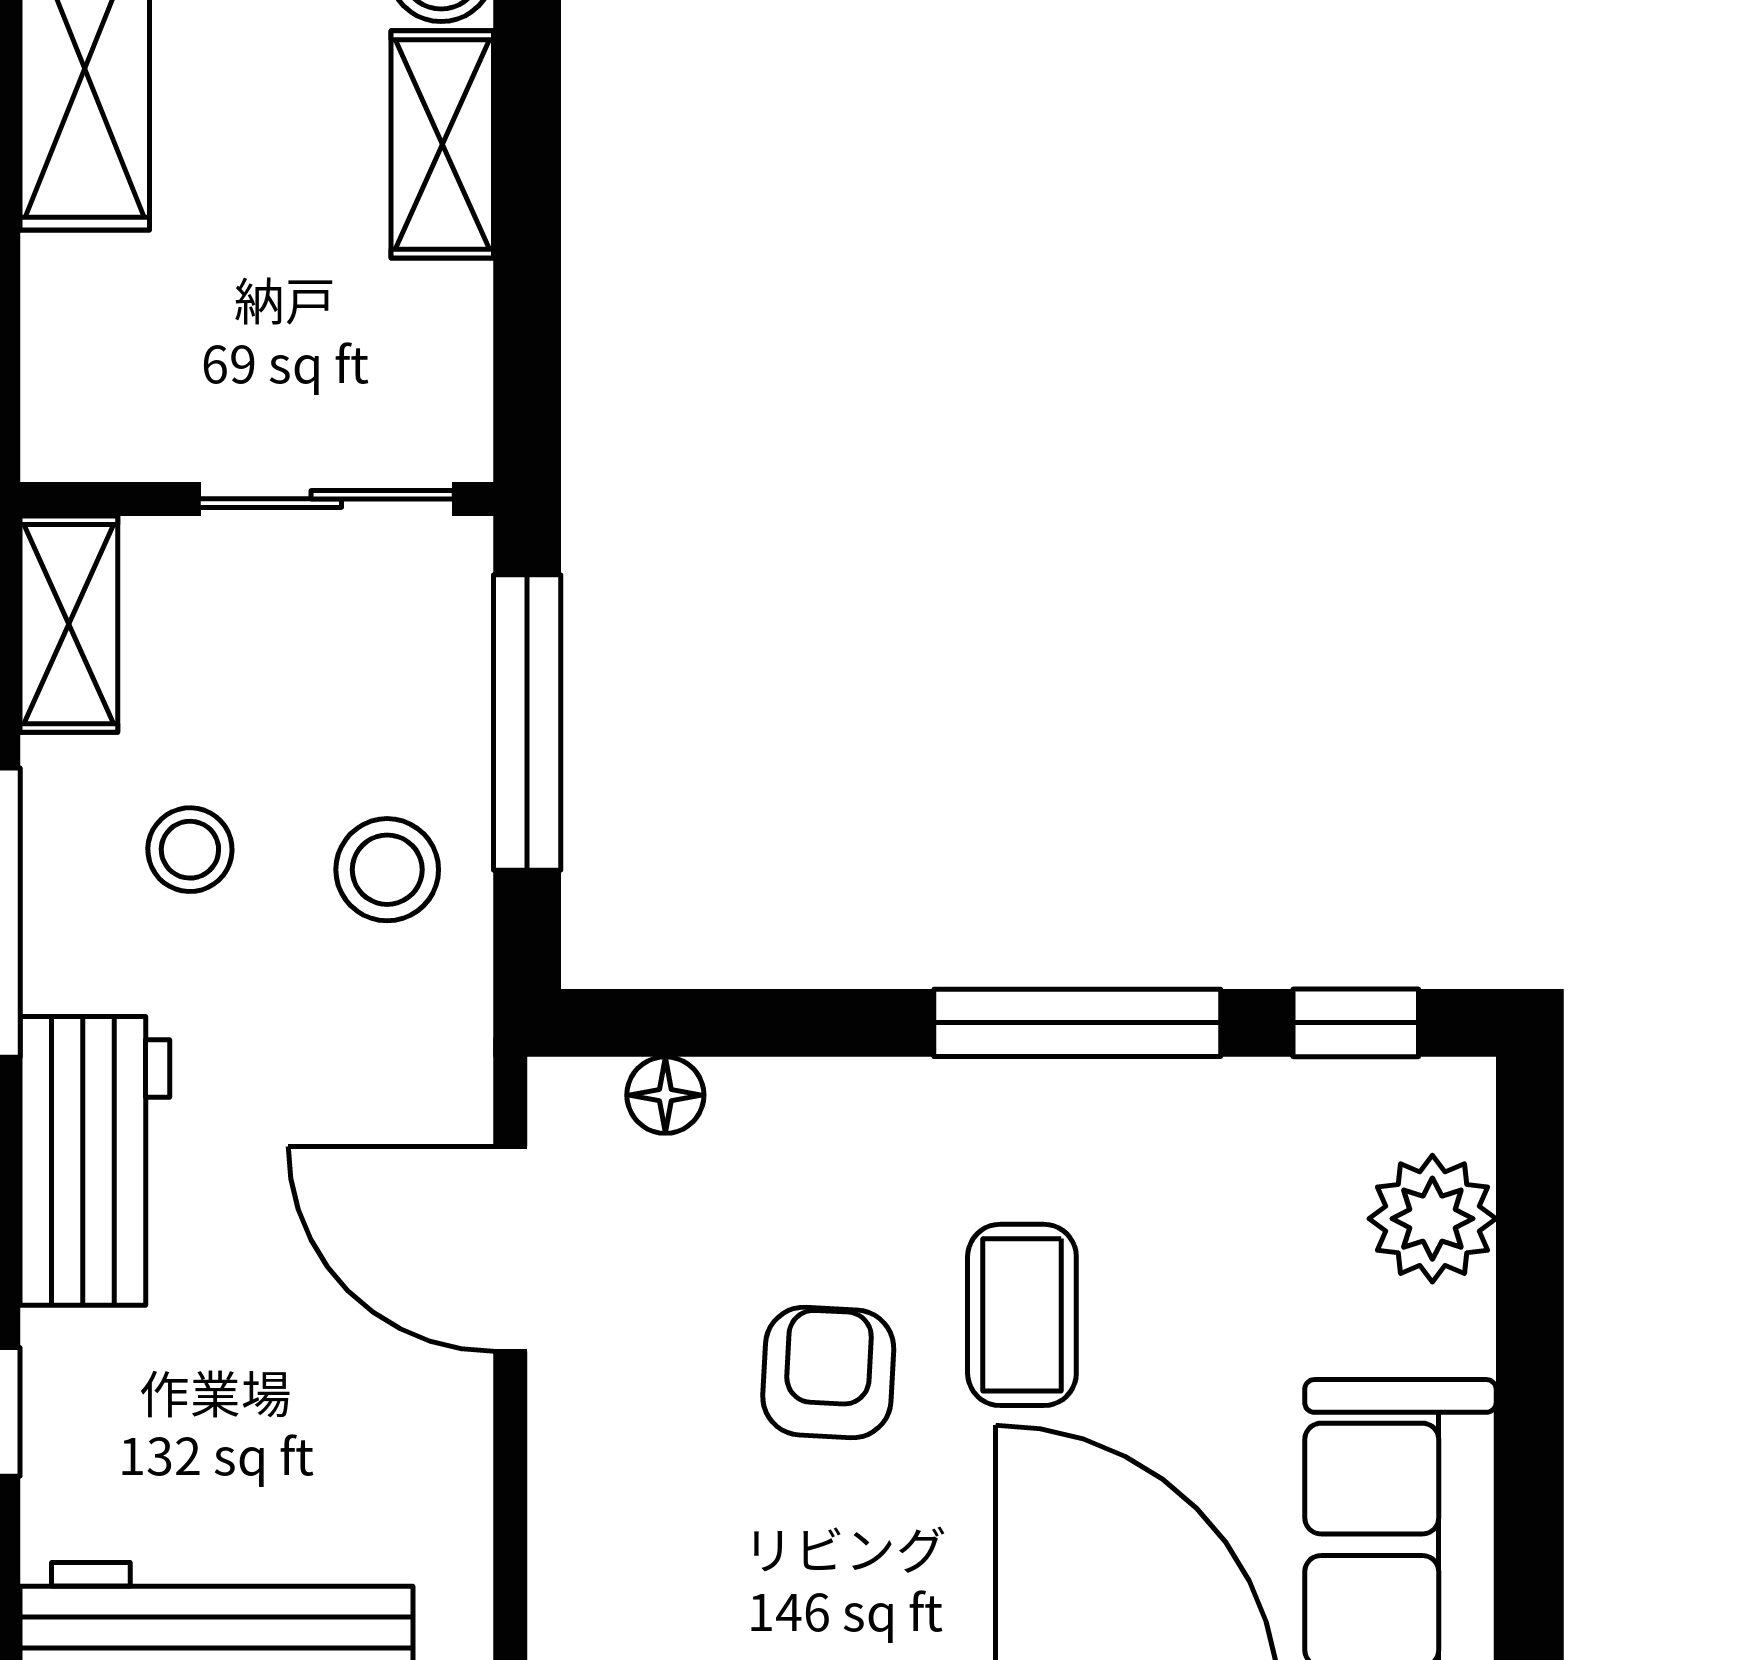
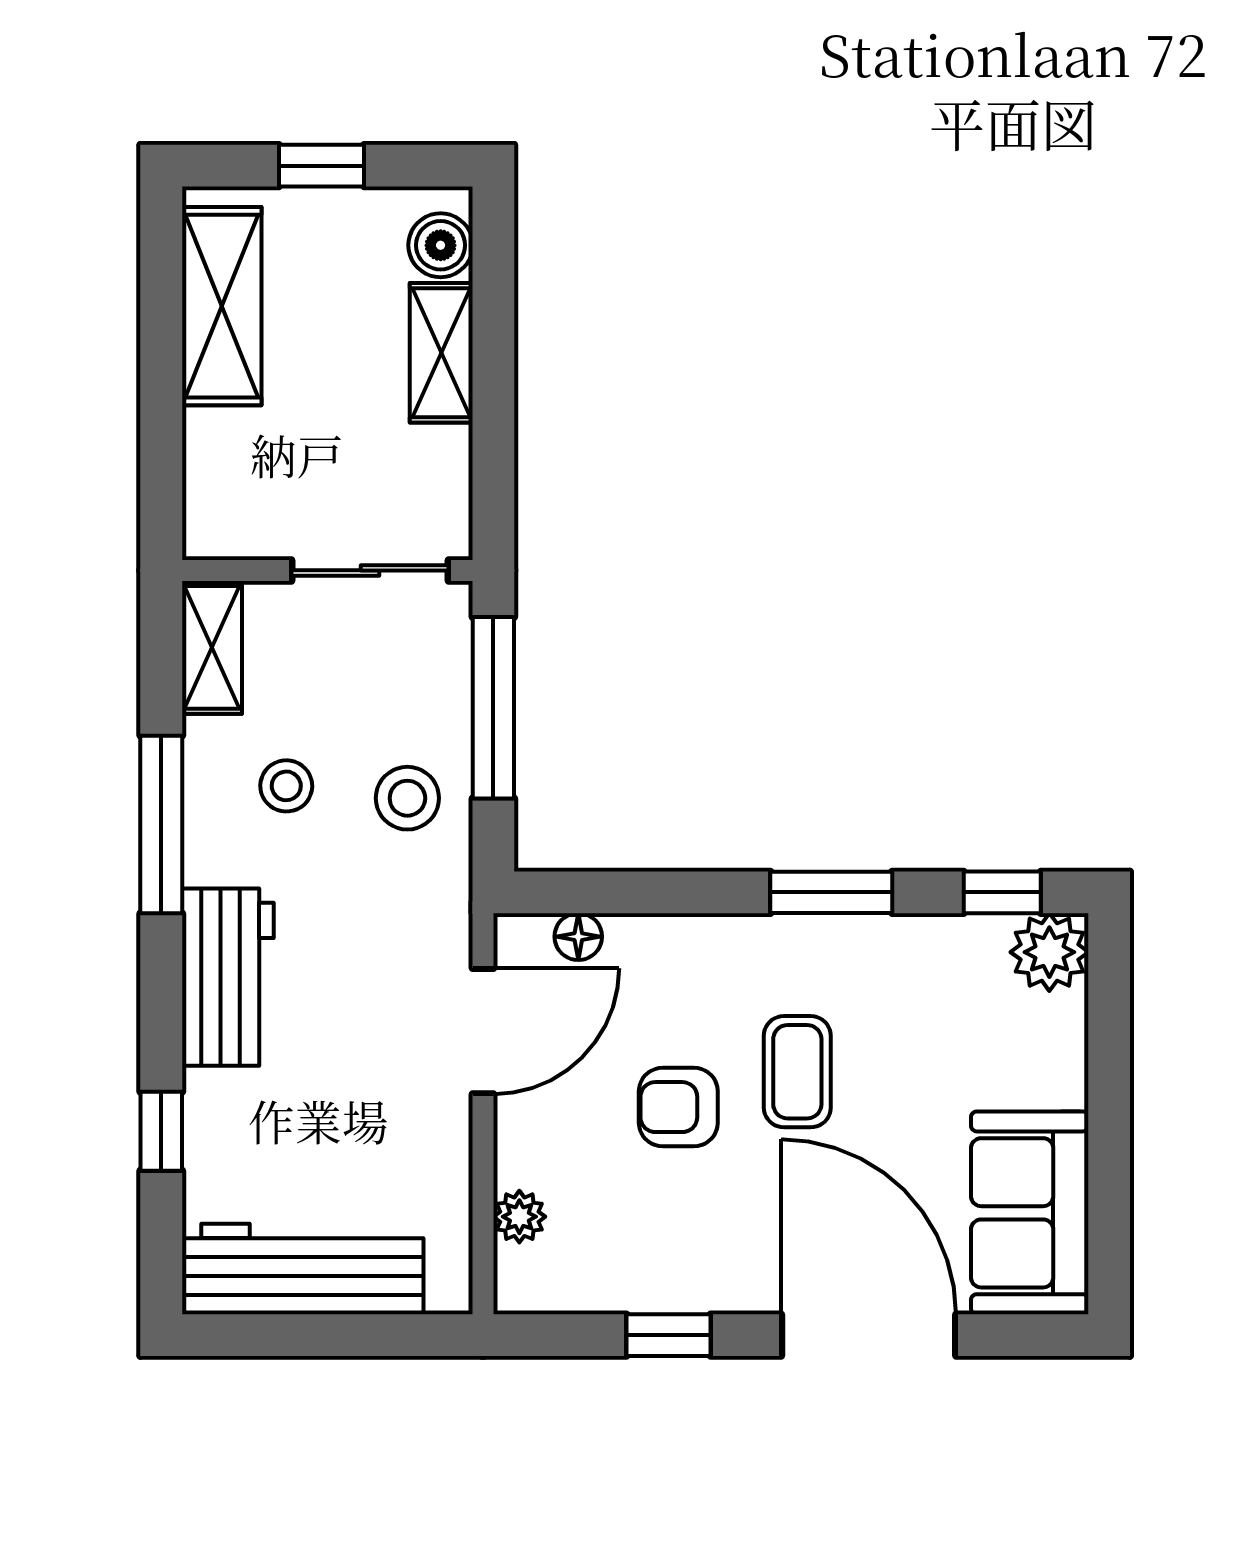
window: (1077, 1023) -> (831, 892), width x0.69
plant: (1432, 1219) -> (1049, 952), moved
door: (510, 1249) -> (483, 1031), swing flipped
armchair: (828, 1373) -> (678, 1107), turned -93
plant: (570, 1551) -> (519, 1217), added

